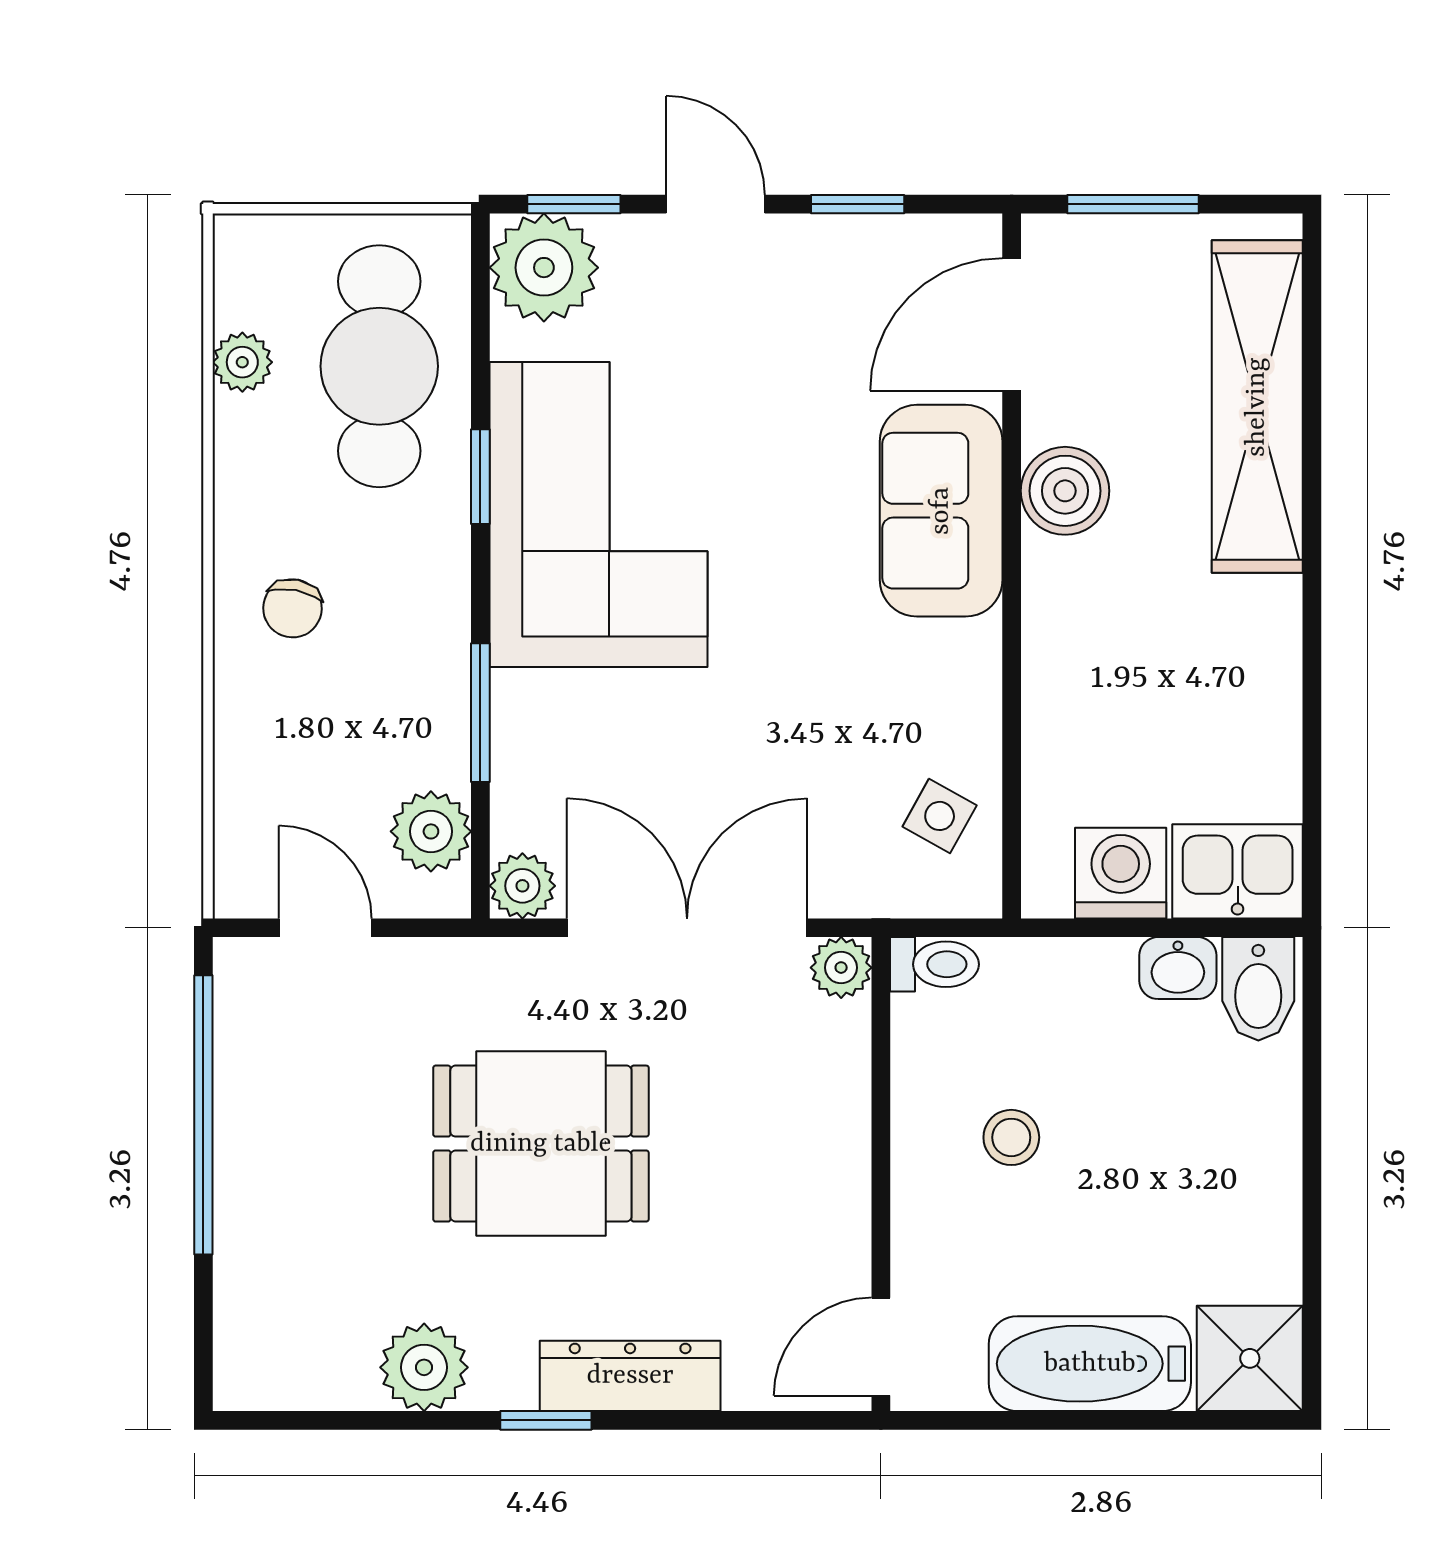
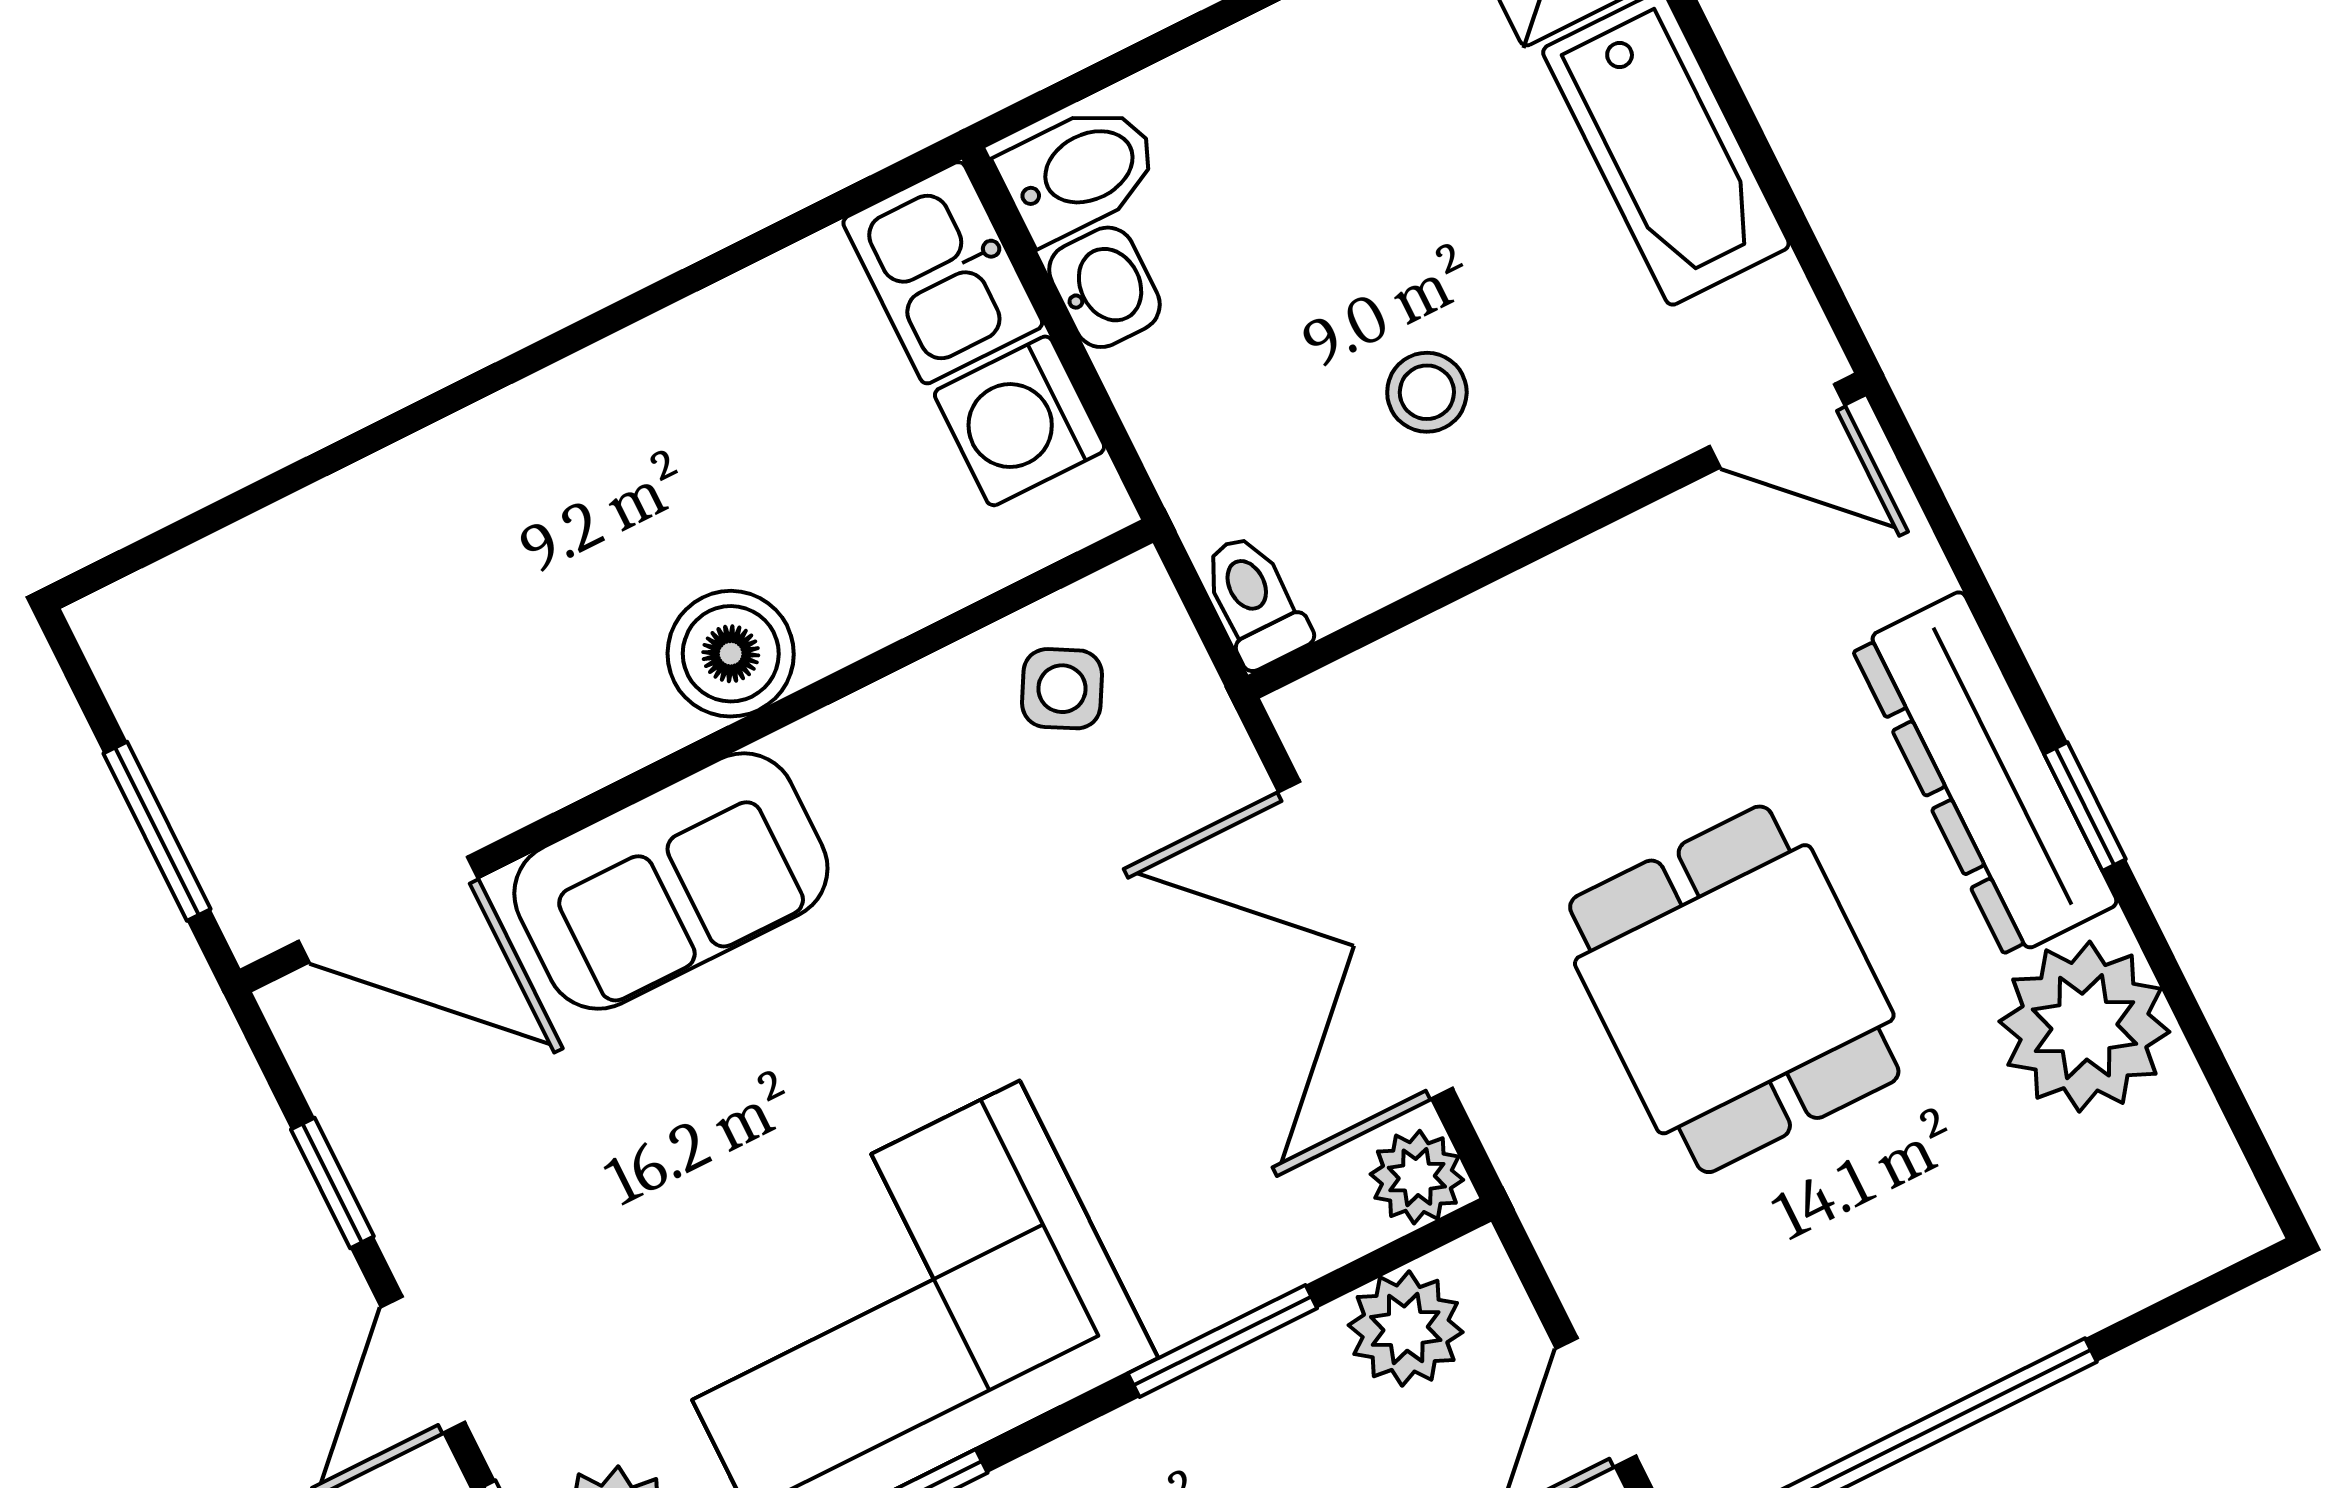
shelving: (1257, 407) -> (337, 543), removed
boiler: (1065, 491) -> (731, 654), moved
plant: (841, 968) -> (1318, 718), removed
plant: (424, 1367) -> (2084, 1027), width x1.36, depth x1.36
dresser: (630, 1376) -> (1984, 775), width x1.37, depth x1.24

